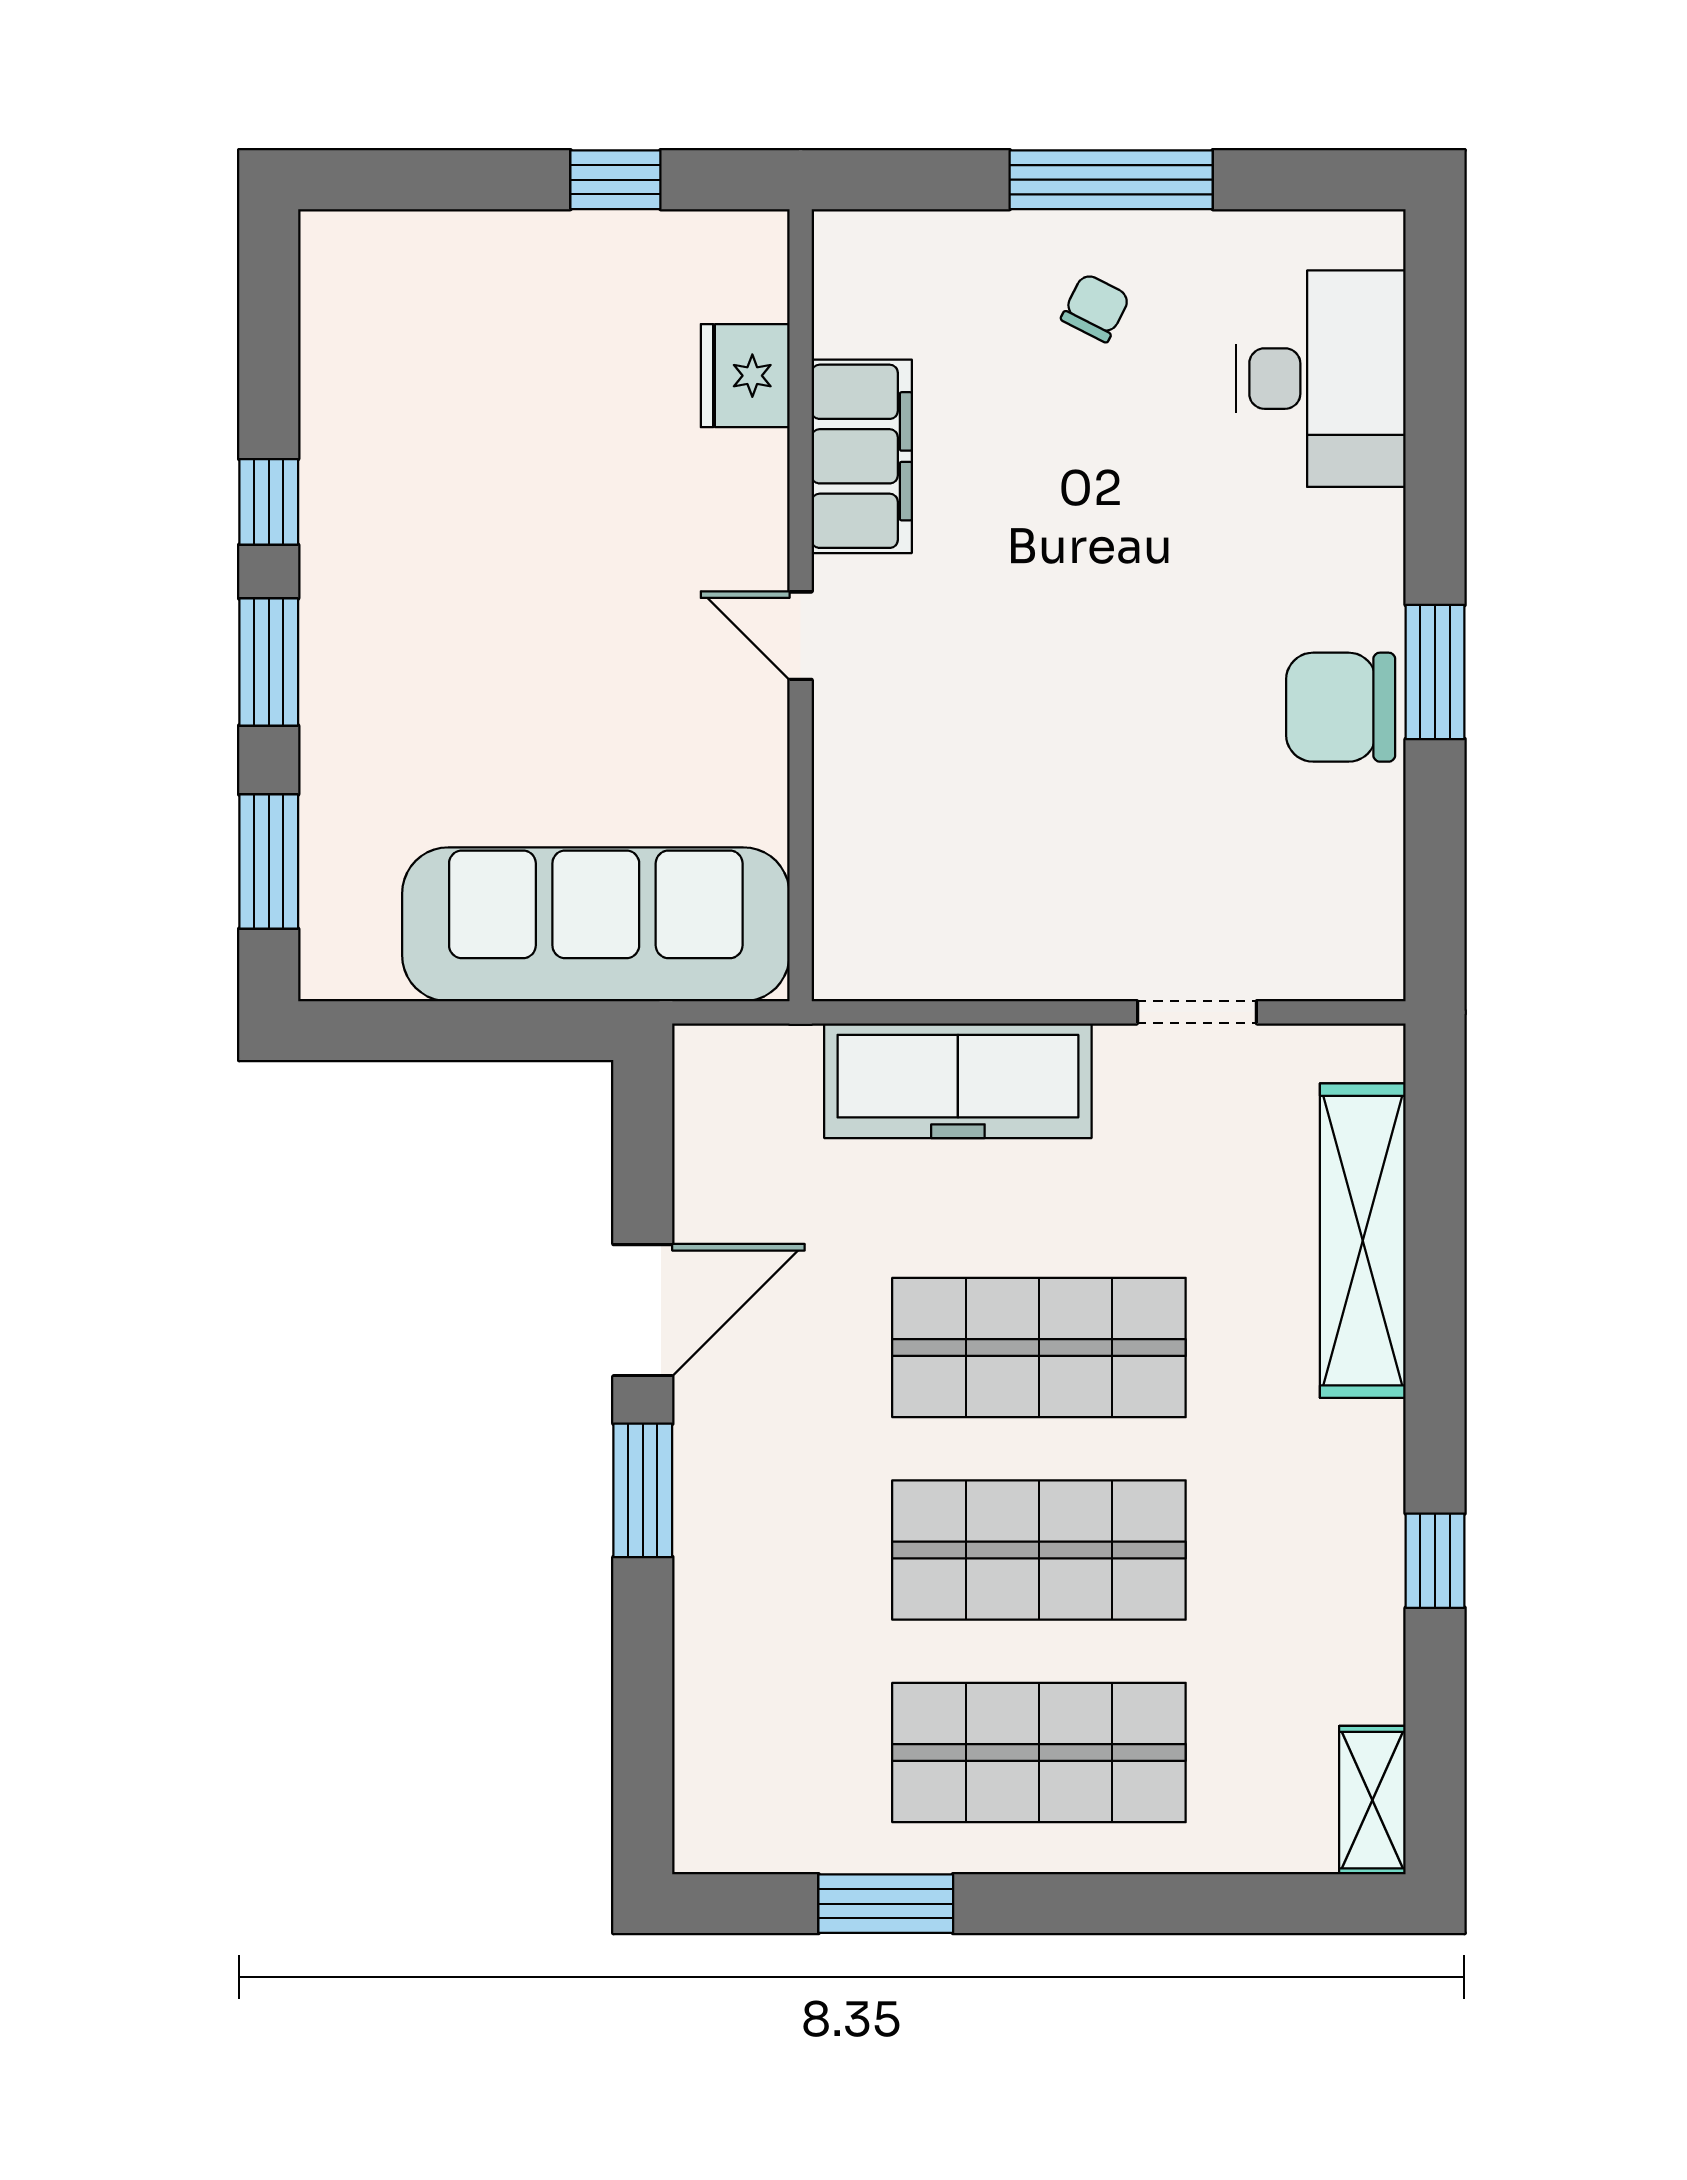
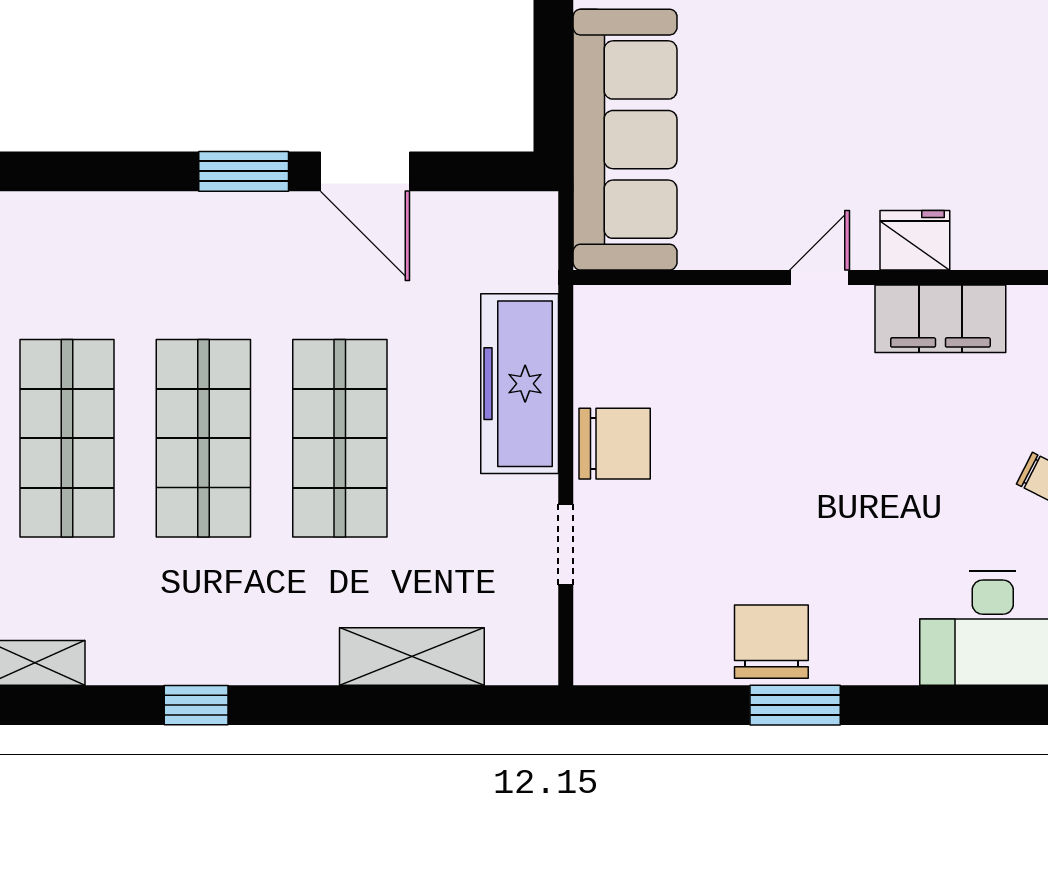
fridge: (745, 376) -> (915, 240), moved
chair: (1047, 940) -> (615, 444), added
shelving: (1363, 1241) -> (412, 656), width x0.68

